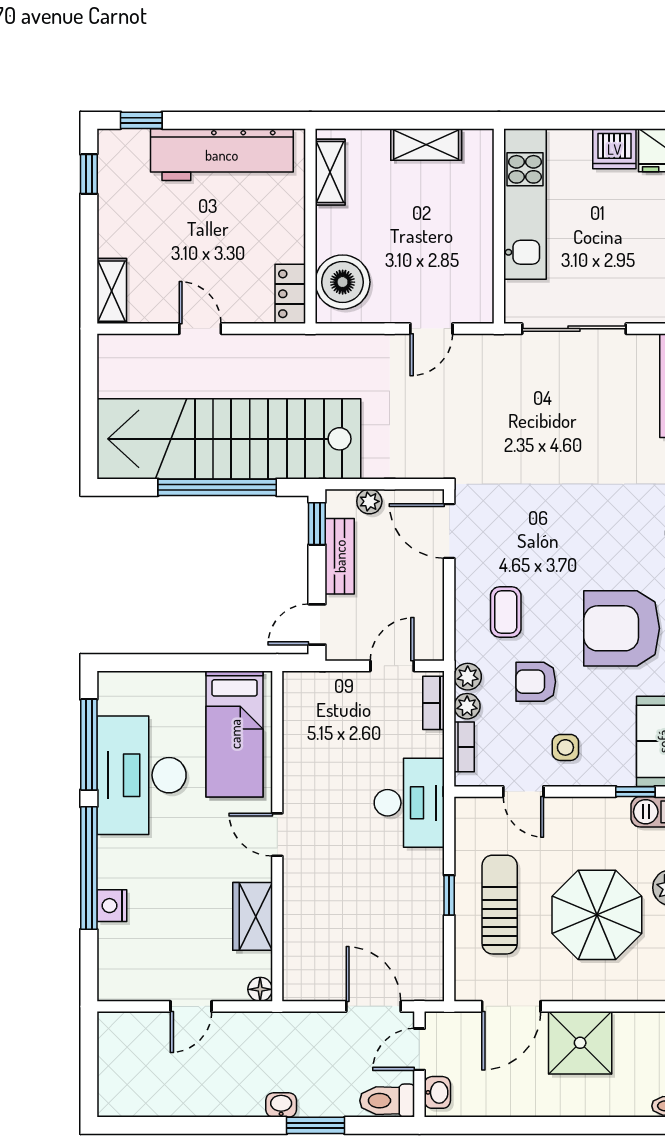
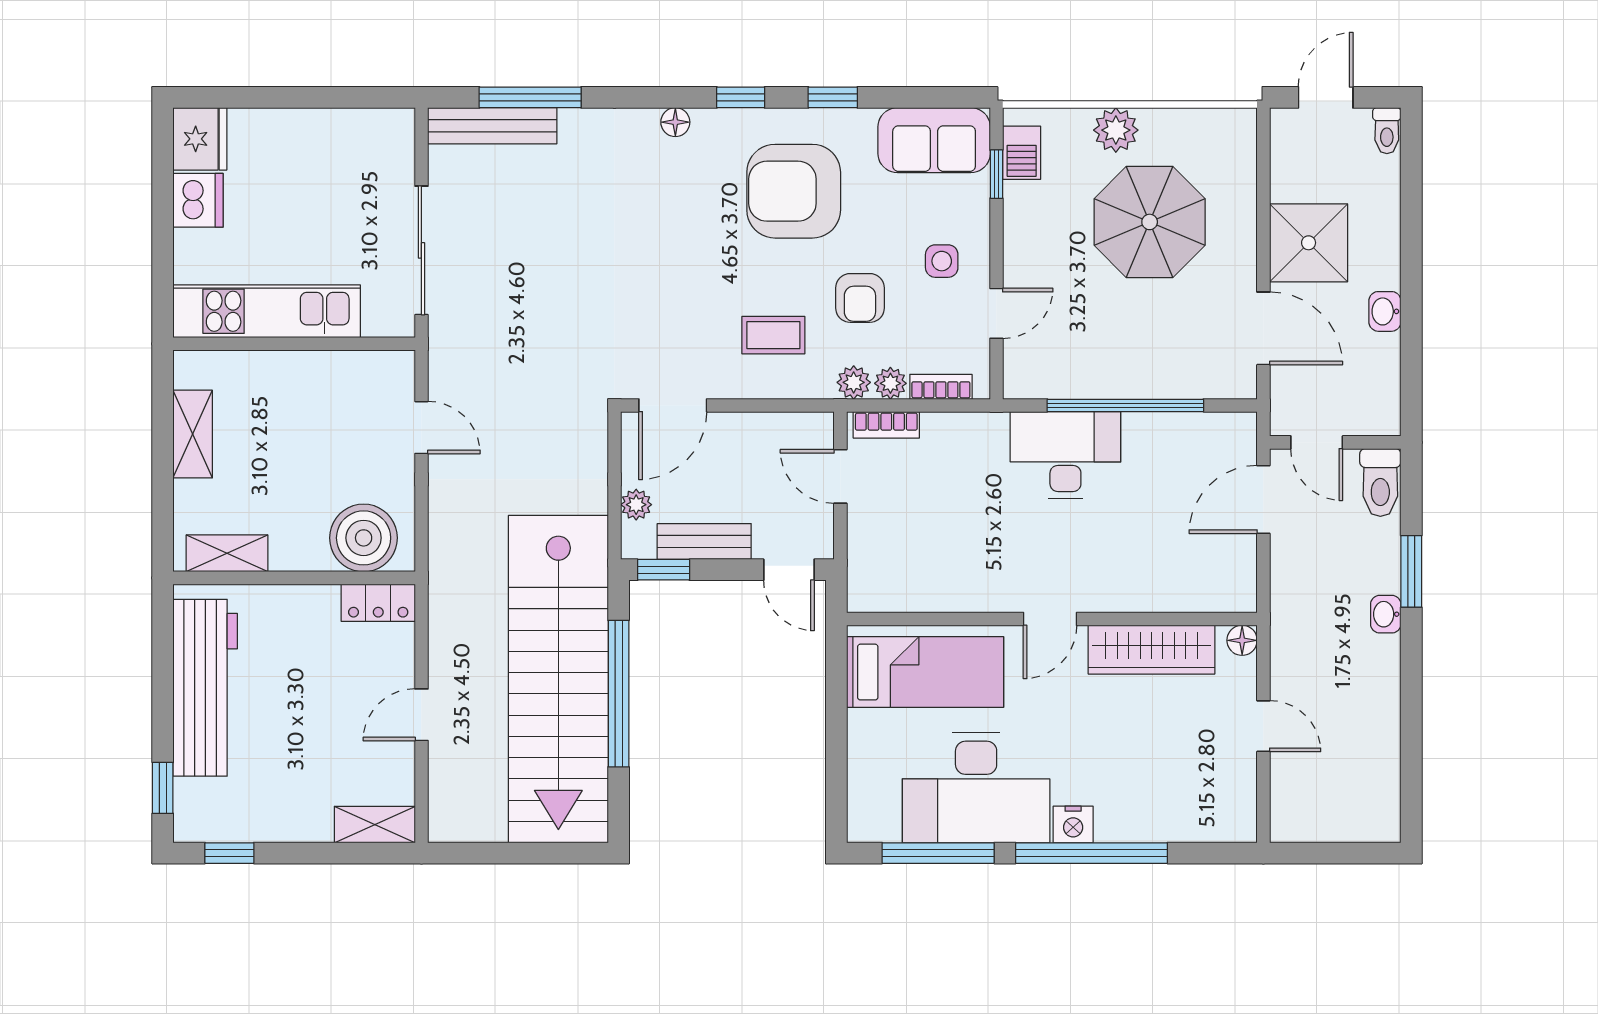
armchair: (622, 628) -> (794, 191), turned 90
desk: (409, 803) -> (1065, 455), moved
window: (449, 895) -> (1125, 405), width x3.17
sun lounger: (500, 905) -> (1137, 343), removed
nightstand: (112, 906) -> (1073, 824), moved
wardrobe: (253, 916) -> (1152, 650), width x1.50
washbasin: (437, 1092) -> (1385, 311), moved, turned -90

